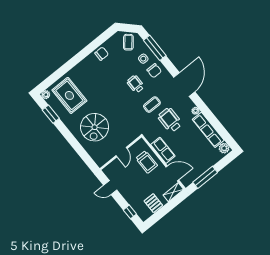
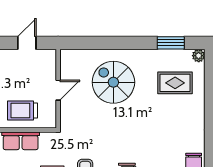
rug: (69, 95) -> (175, 83), width x0.73, depth x0.70
door: (121, 152) -> (58, 90), swing flipped

